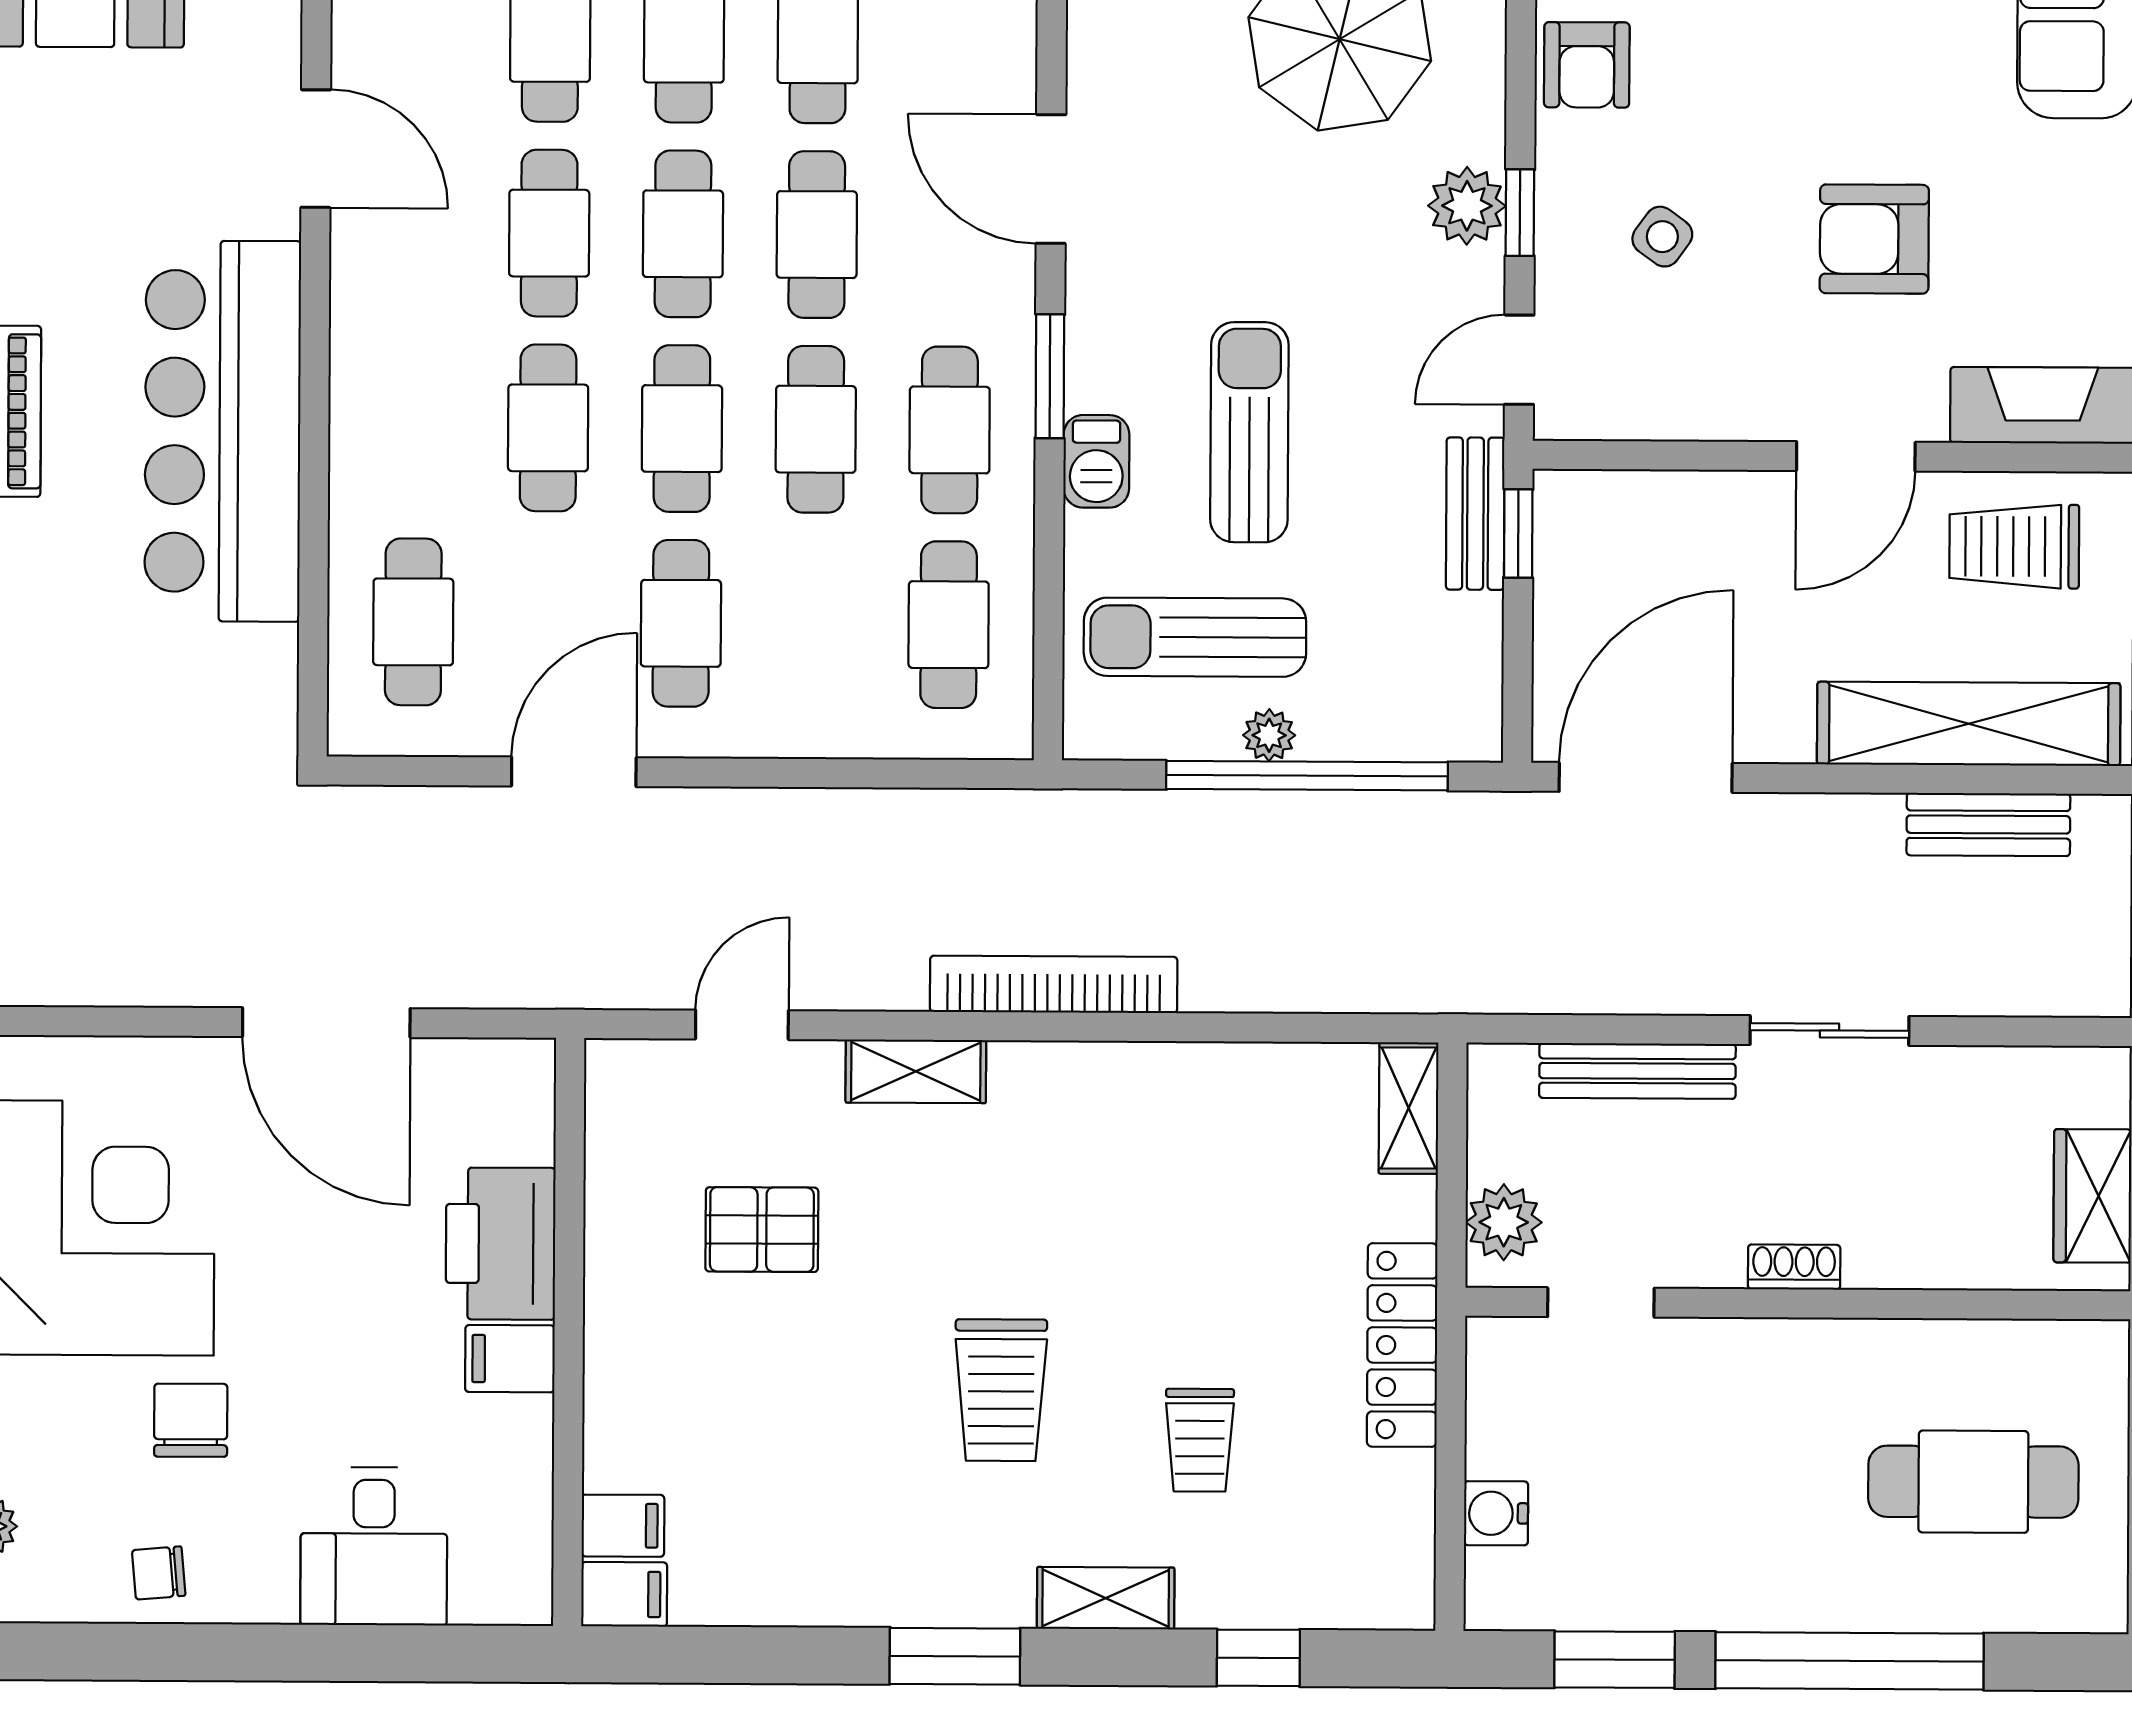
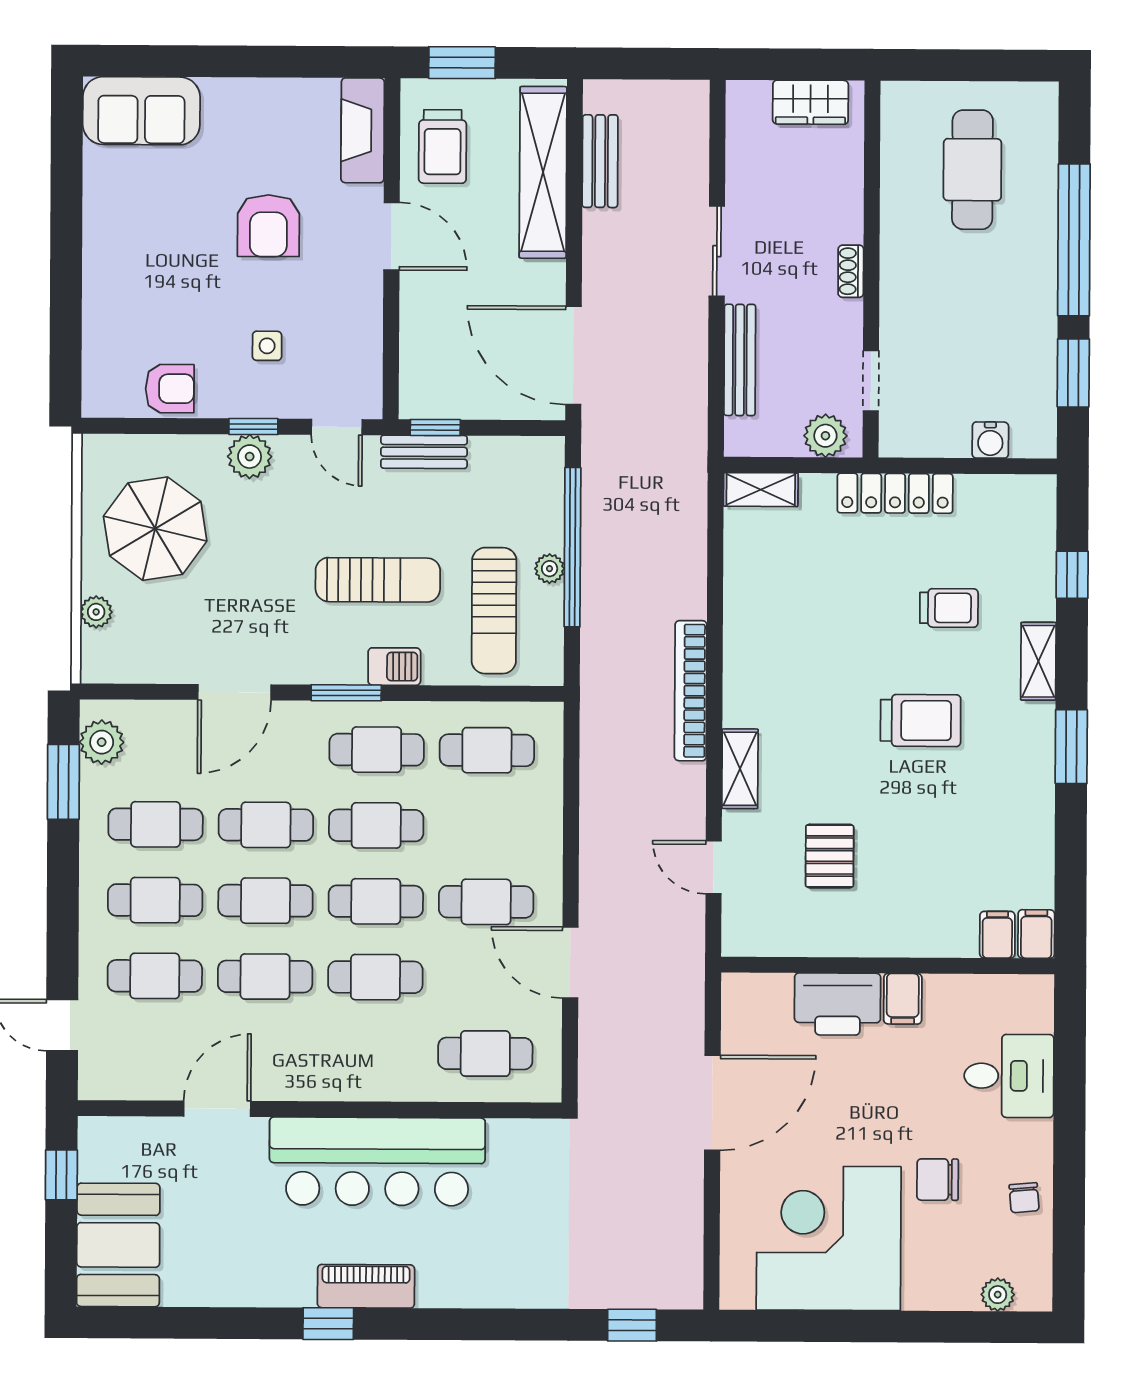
side table: (1662, 237) -> (267, 346), turned -36
sun lounger: (1249, 432) -> (378, 580), turned 180

